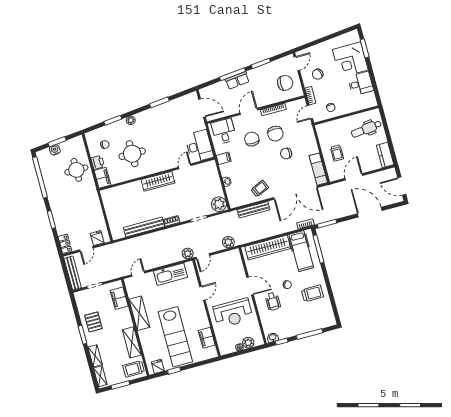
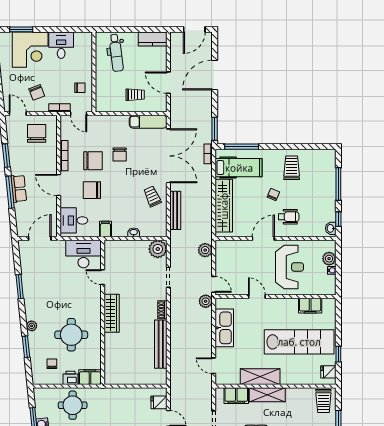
shelving: (132, 342) -> (267, 395), moved

